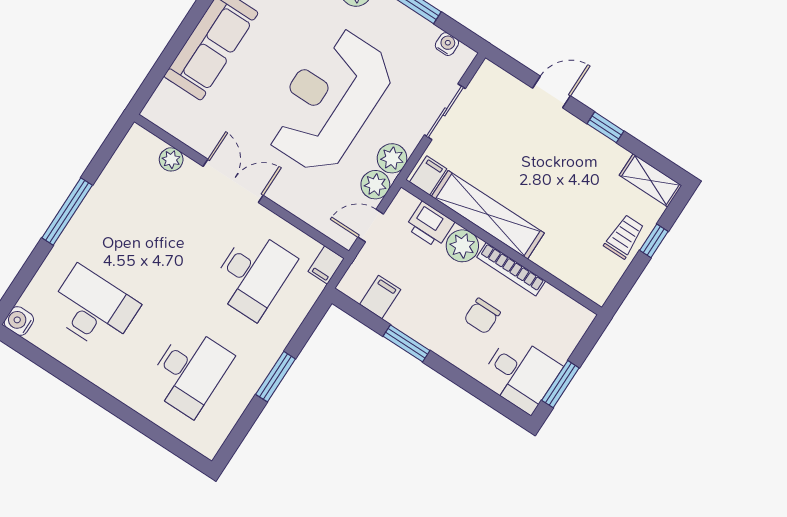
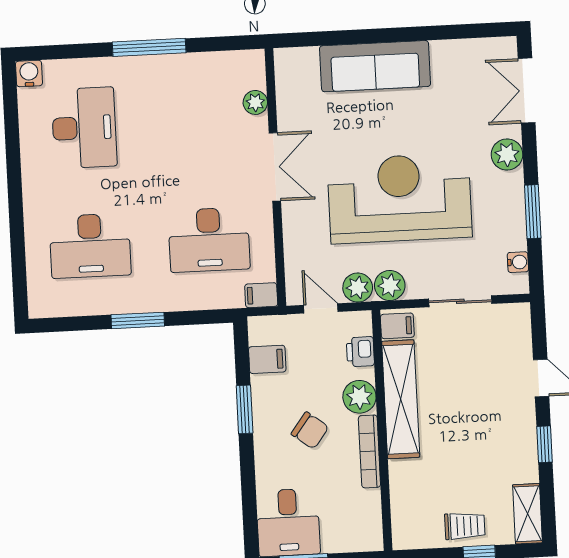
printer: (430, 225) -> (360, 352), width x0.73, depth x0.81
chair: (482, 316) -> (310, 430), moved, turned -143

